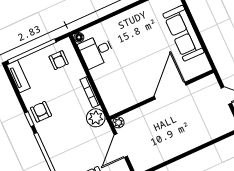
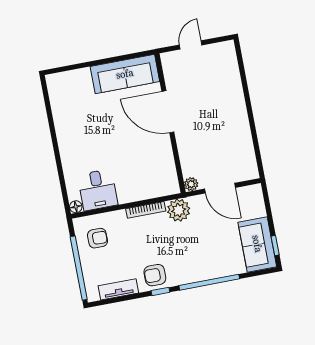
sofa: (184, 33) -> (125, 74), moved
tv unit: (19, 76) -> (118, 289), moved

